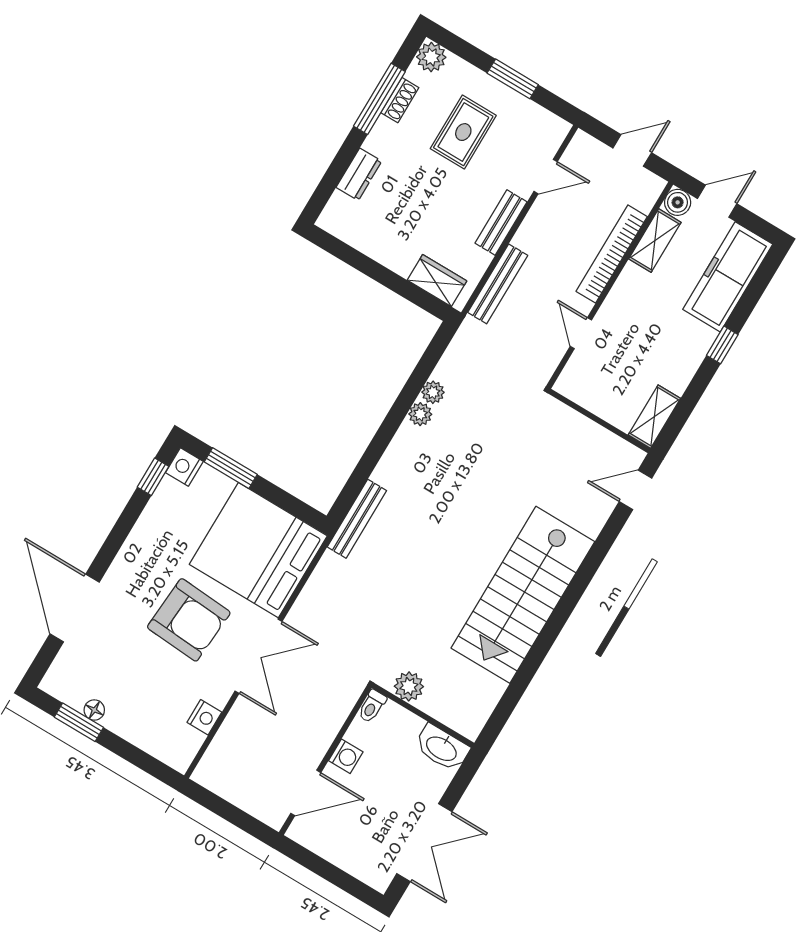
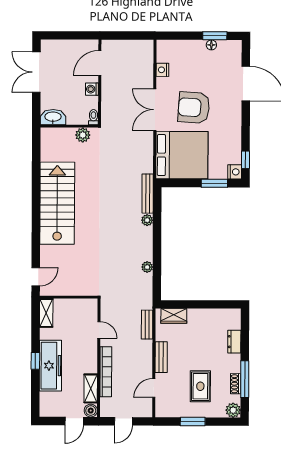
freezer: (728, 277) -> (50, 366), moved
bench: (498, 284) -> (147, 325), width x0.73
plant: (420, 414) -> (147, 220), moved

